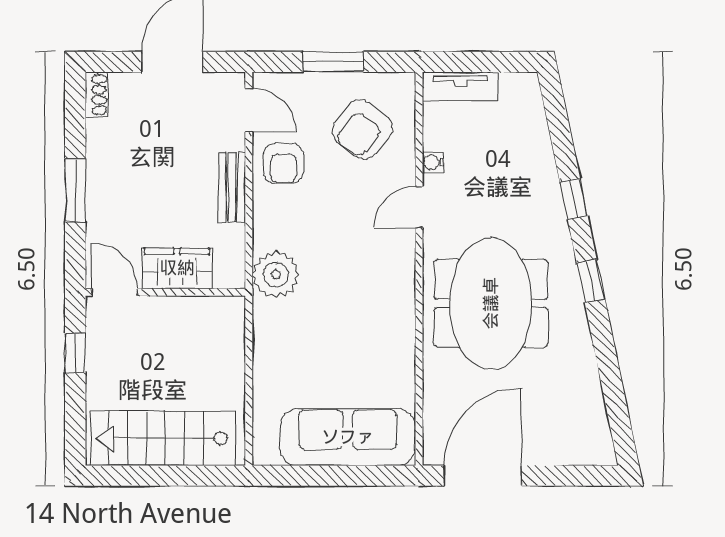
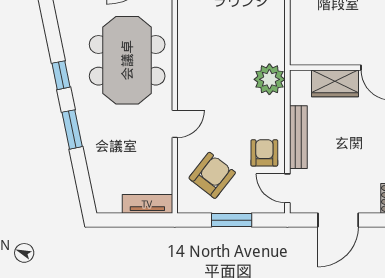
water cooler: (433, 162) -> (165, 154), removed
bench: (232, 187) -> (298, 137), width x1.36
window: (574, 199) -> (72, 129), width x1.50

